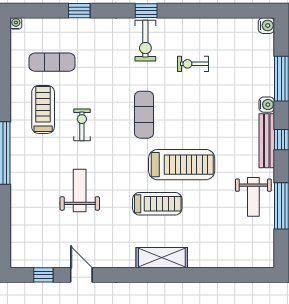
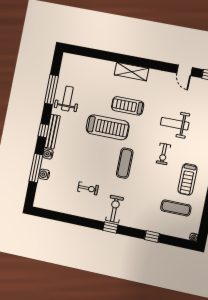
water cooler: (266, 26) -> (44, 174), moved
exercise bike: (82, 125) -> (163, 154), moved
treadmill: (182, 165) -> (108, 127), turned 180
weight bench: (80, 191) -> (175, 124), turned 90

